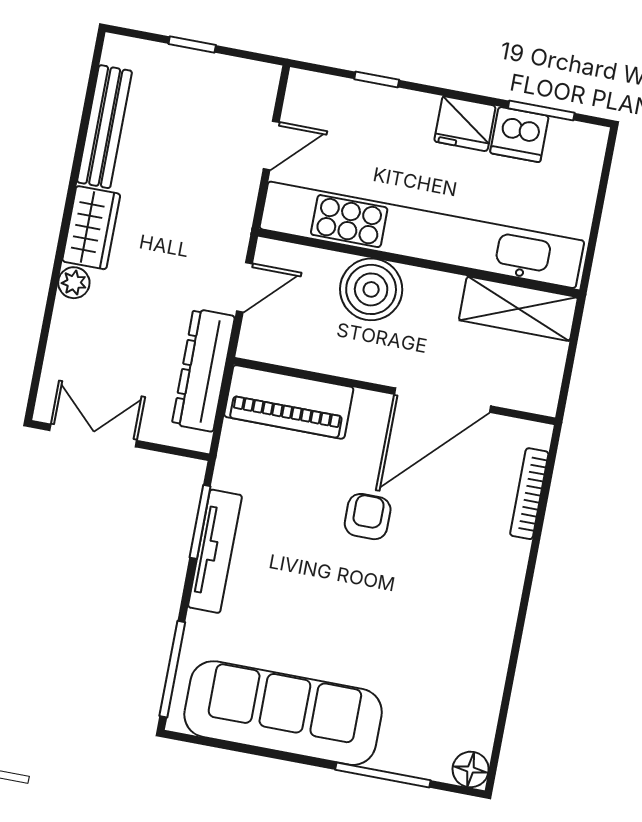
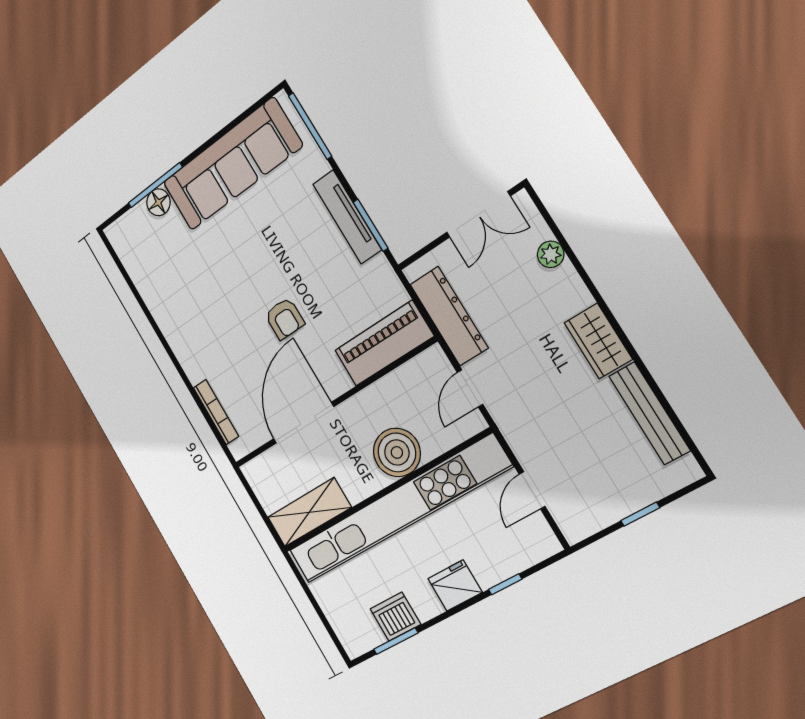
fridge: (465, 124) -> (455, 585), moved
plant: (74, 283) -> (551, 254), moved
floor lamp: (471, 769) -> (158, 202), moved

